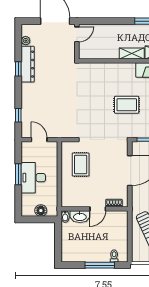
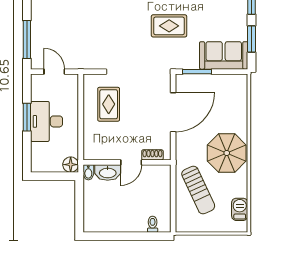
window: (18, 115) -> (27, 40), width x2.17
floor lamp: (41, 211) -> (71, 165), moved
window: (100, 265) -> (134, 236), removed

